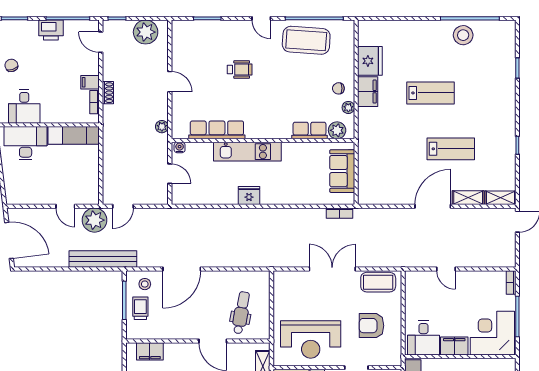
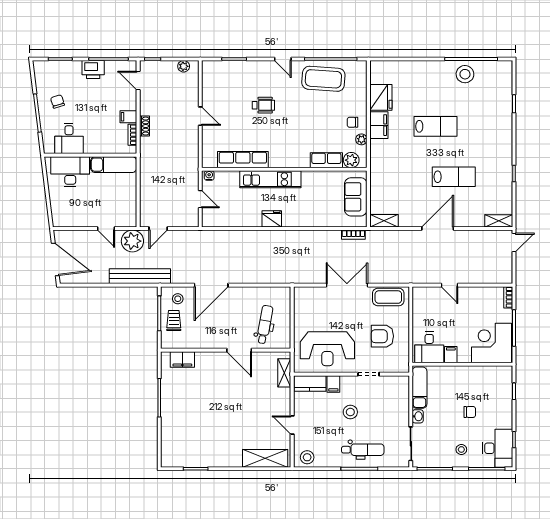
plant: (146, 32) -> (184, 66), width x0.53, depth x0.53
plant: (162, 127) -> (193, 157), removed
shelving: (468, 198) -> (384, 221), moved
filing cabinet: (454, 346) -> (451, 355), width x0.50

